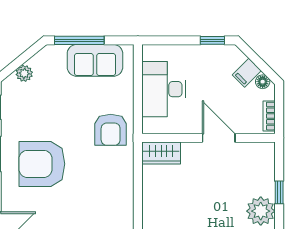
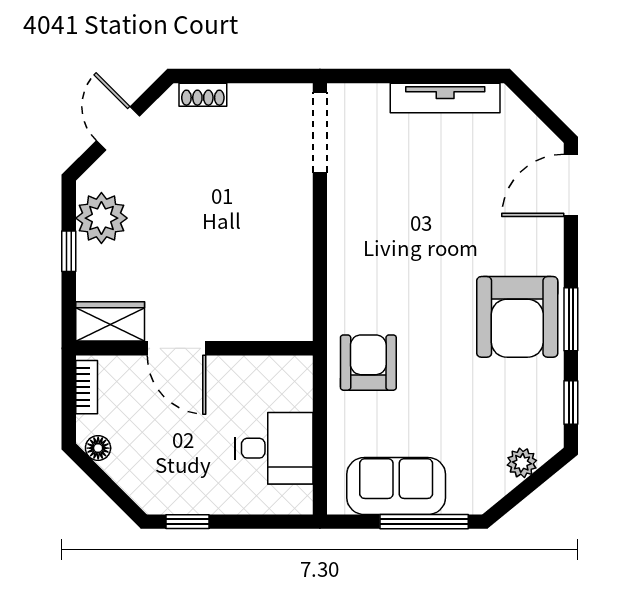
filing cabinet: (247, 73) -> (126, 464), removed
desk: (164, 89) -> (274, 448), width x0.73
wardrobe: (161, 153) -> (110, 321), moved
armchair: (42, 164) -> (517, 317), moved, turned 90

